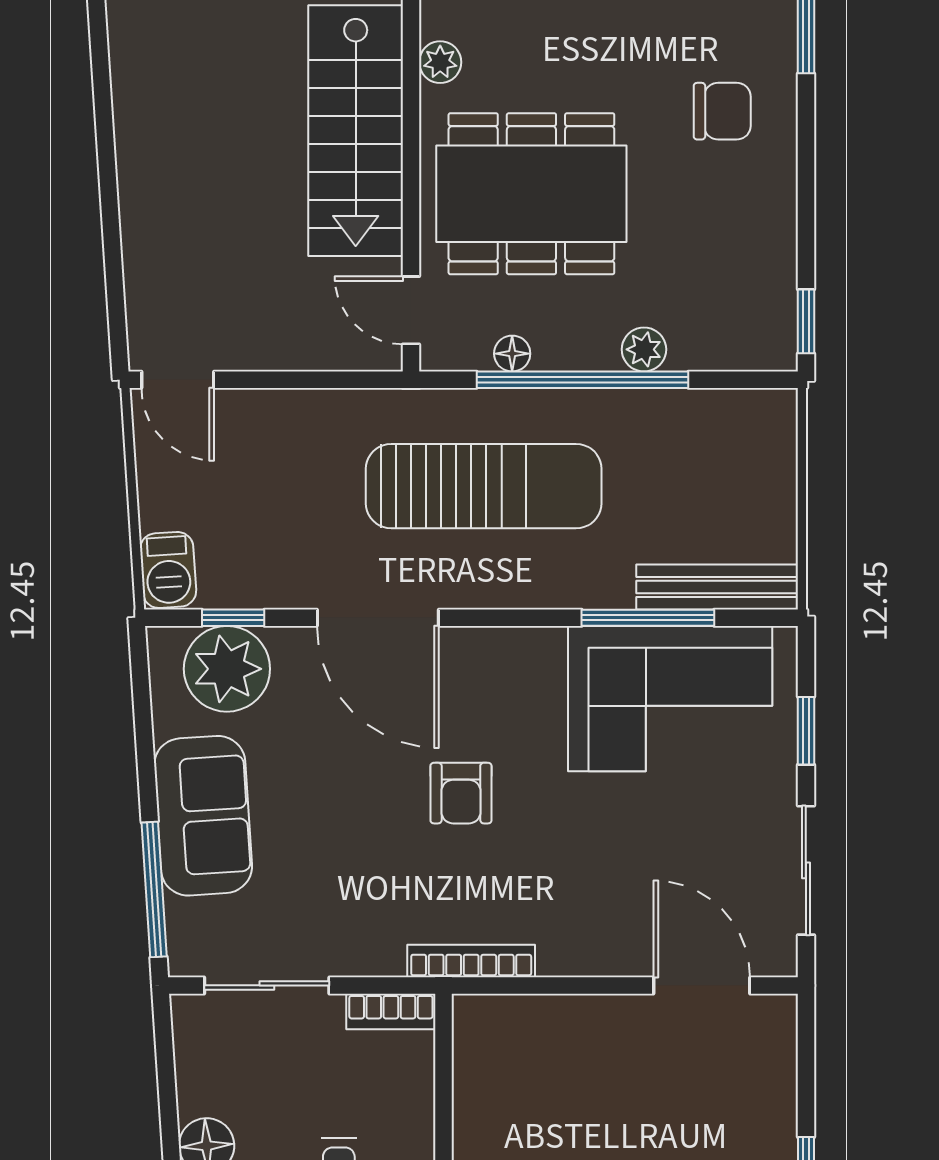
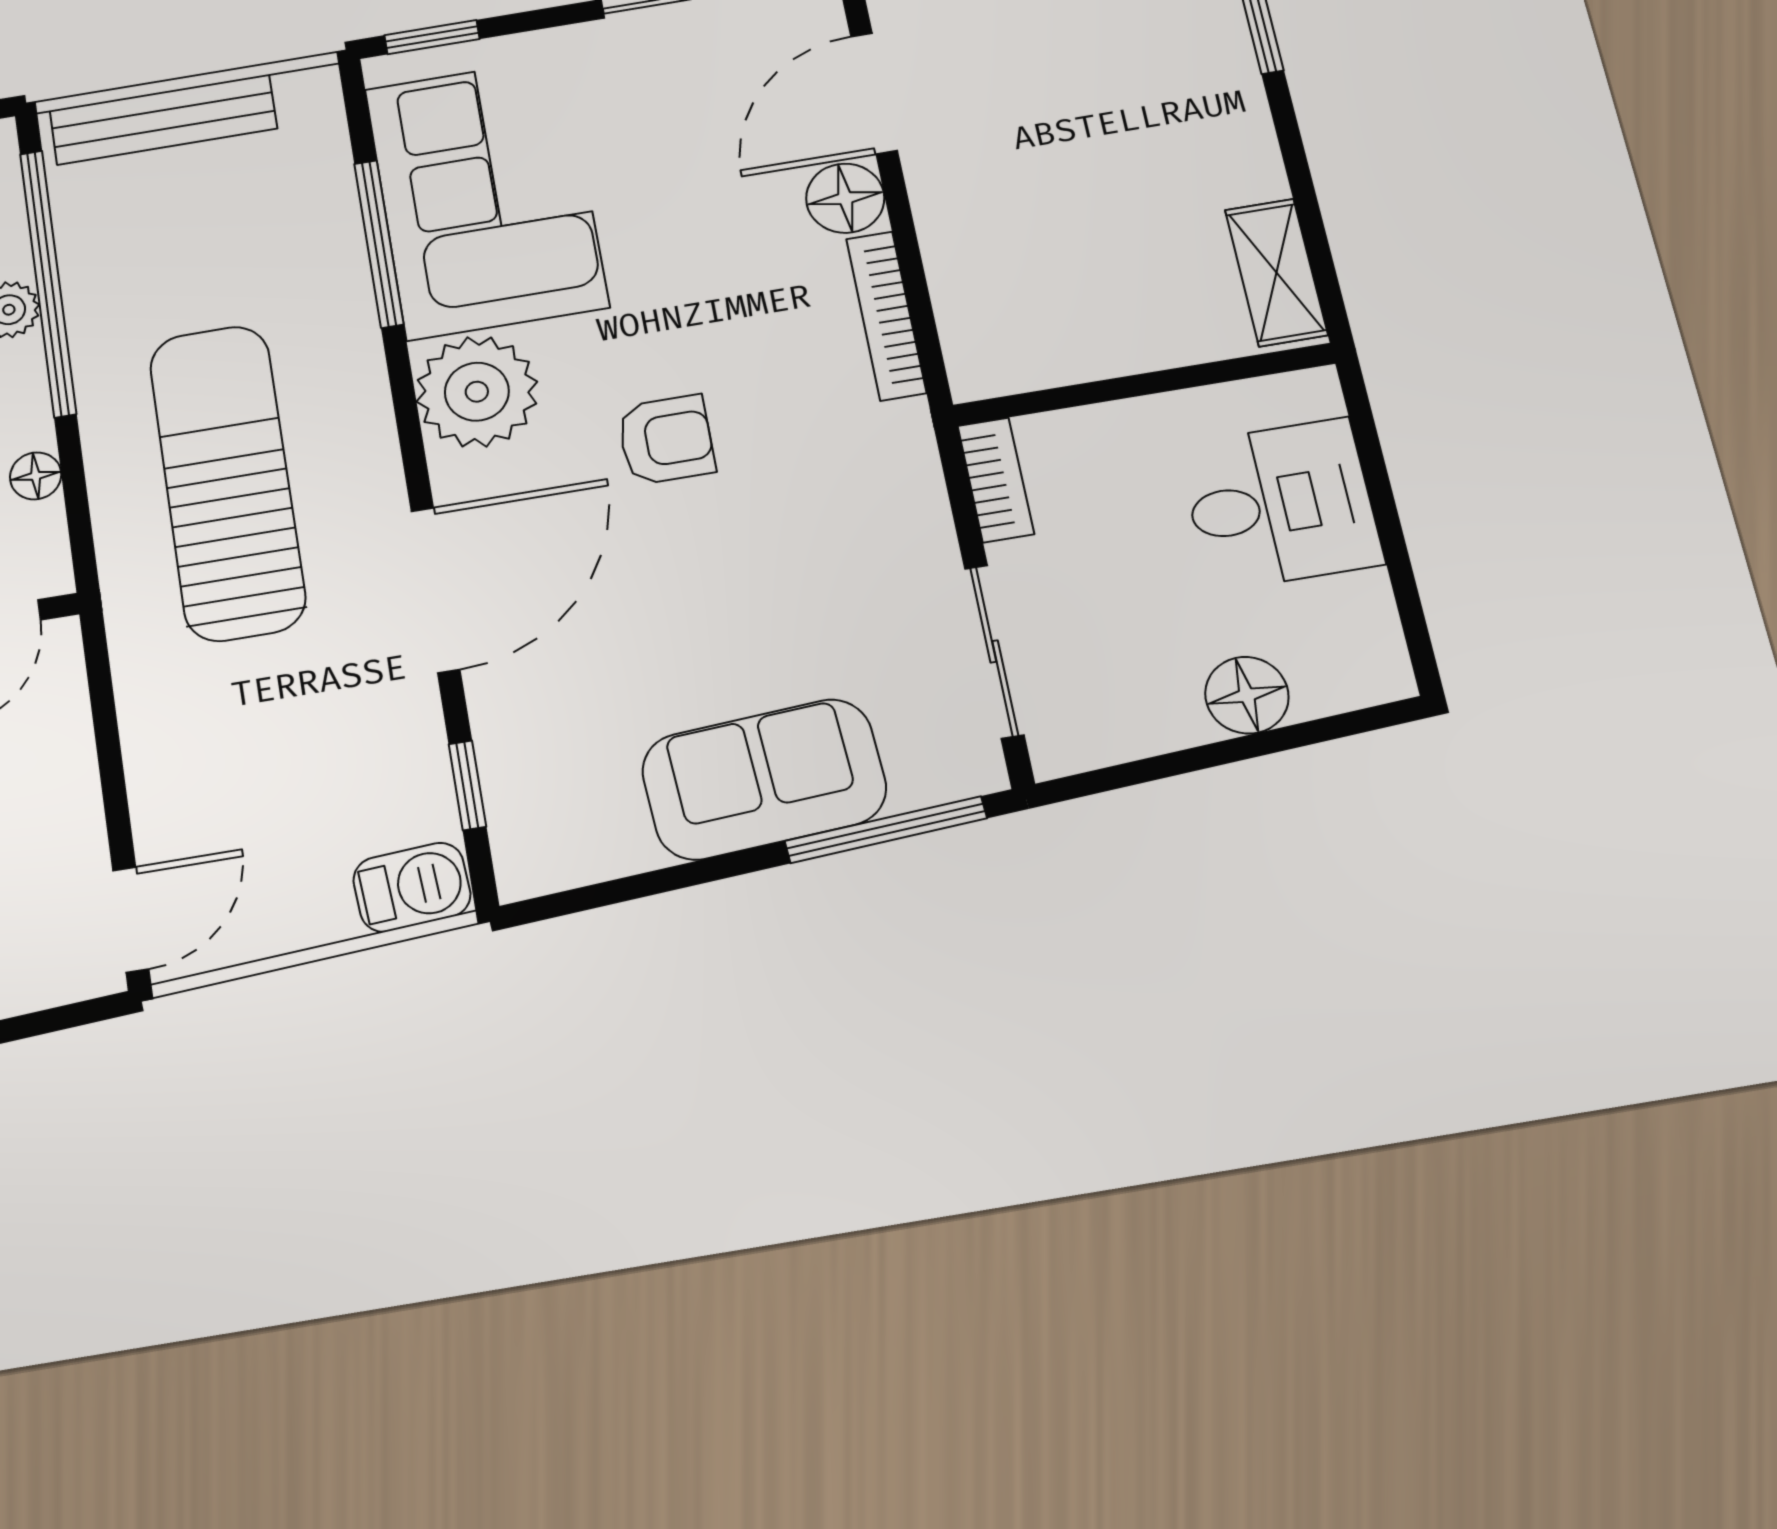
window: (583, 380) -> (48, 283), moved
bench: (717, 587) -> (163, 120), moved, turned 90
plant: (227, 669) -> (477, 392), moved
window: (806, 731) -> (432, 37), moved
floor lamp: (623, 950) -> (845, 198), added
bookcase: (471, 961) -> (886, 316), moved

